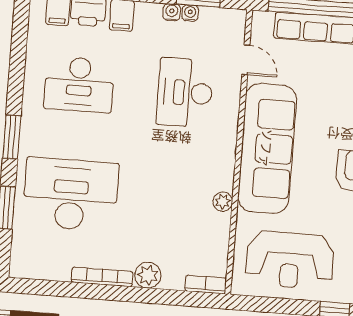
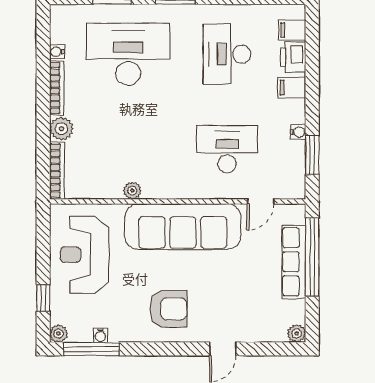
water cooler: (190, 13) -> (57, 52), moved, turned 180
desk: (71, 194) -> (128, 54), turned -90
bookcase: (206, 285) -> (57, 171), width x1.56

